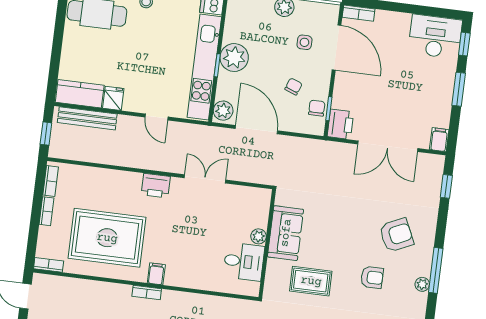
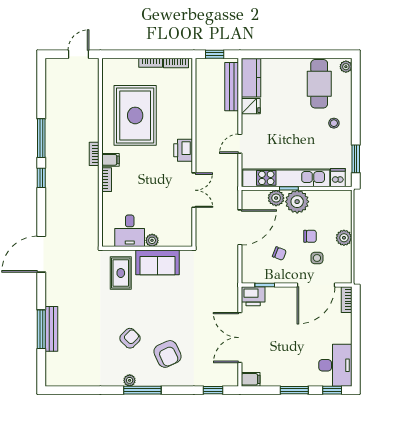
chair: (317, 108) -> (310, 236), moved
plant: (223, 111) -> (276, 198), moved
bookcase: (49, 265) -> (107, 180), moved
armchair: (372, 277) -> (130, 338), turned -135
rug: (311, 281) -> (121, 273), moved

